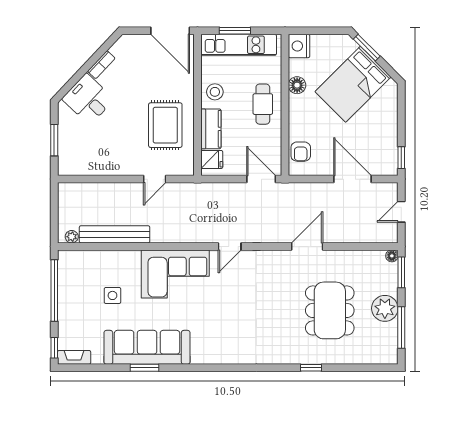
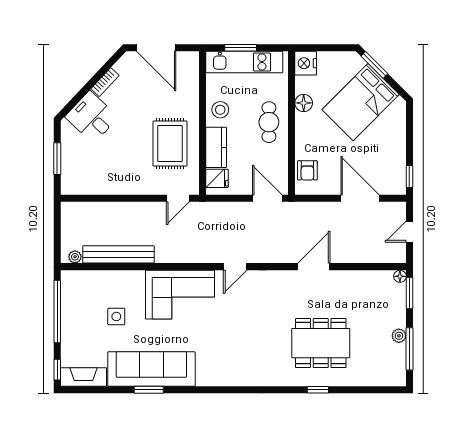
door: (170, 31) -> (156, 48), moved
door: (155, 179) -> (178, 198), moved
plant: (385, 308) -> (399, 336), width x0.53, depth x0.53
dining table: (330, 310) -> (321, 343), moved, turned 90
fireplace: (74, 357) -> (84, 377), width x1.37, depth x1.32

